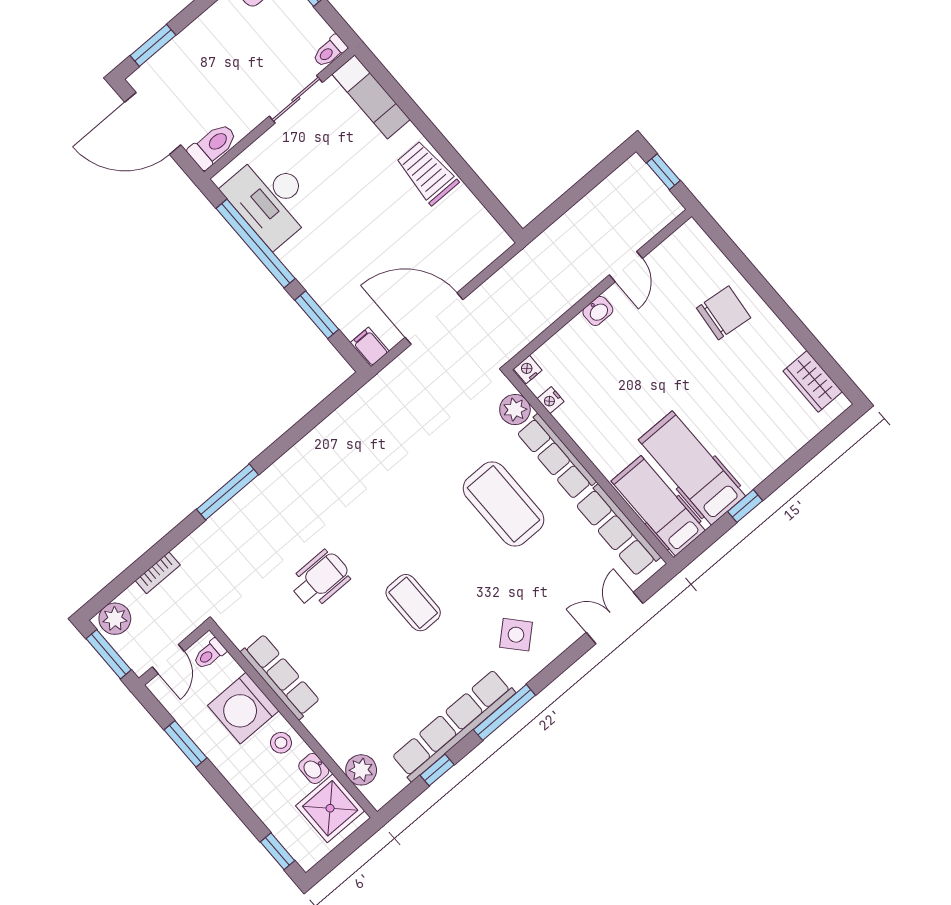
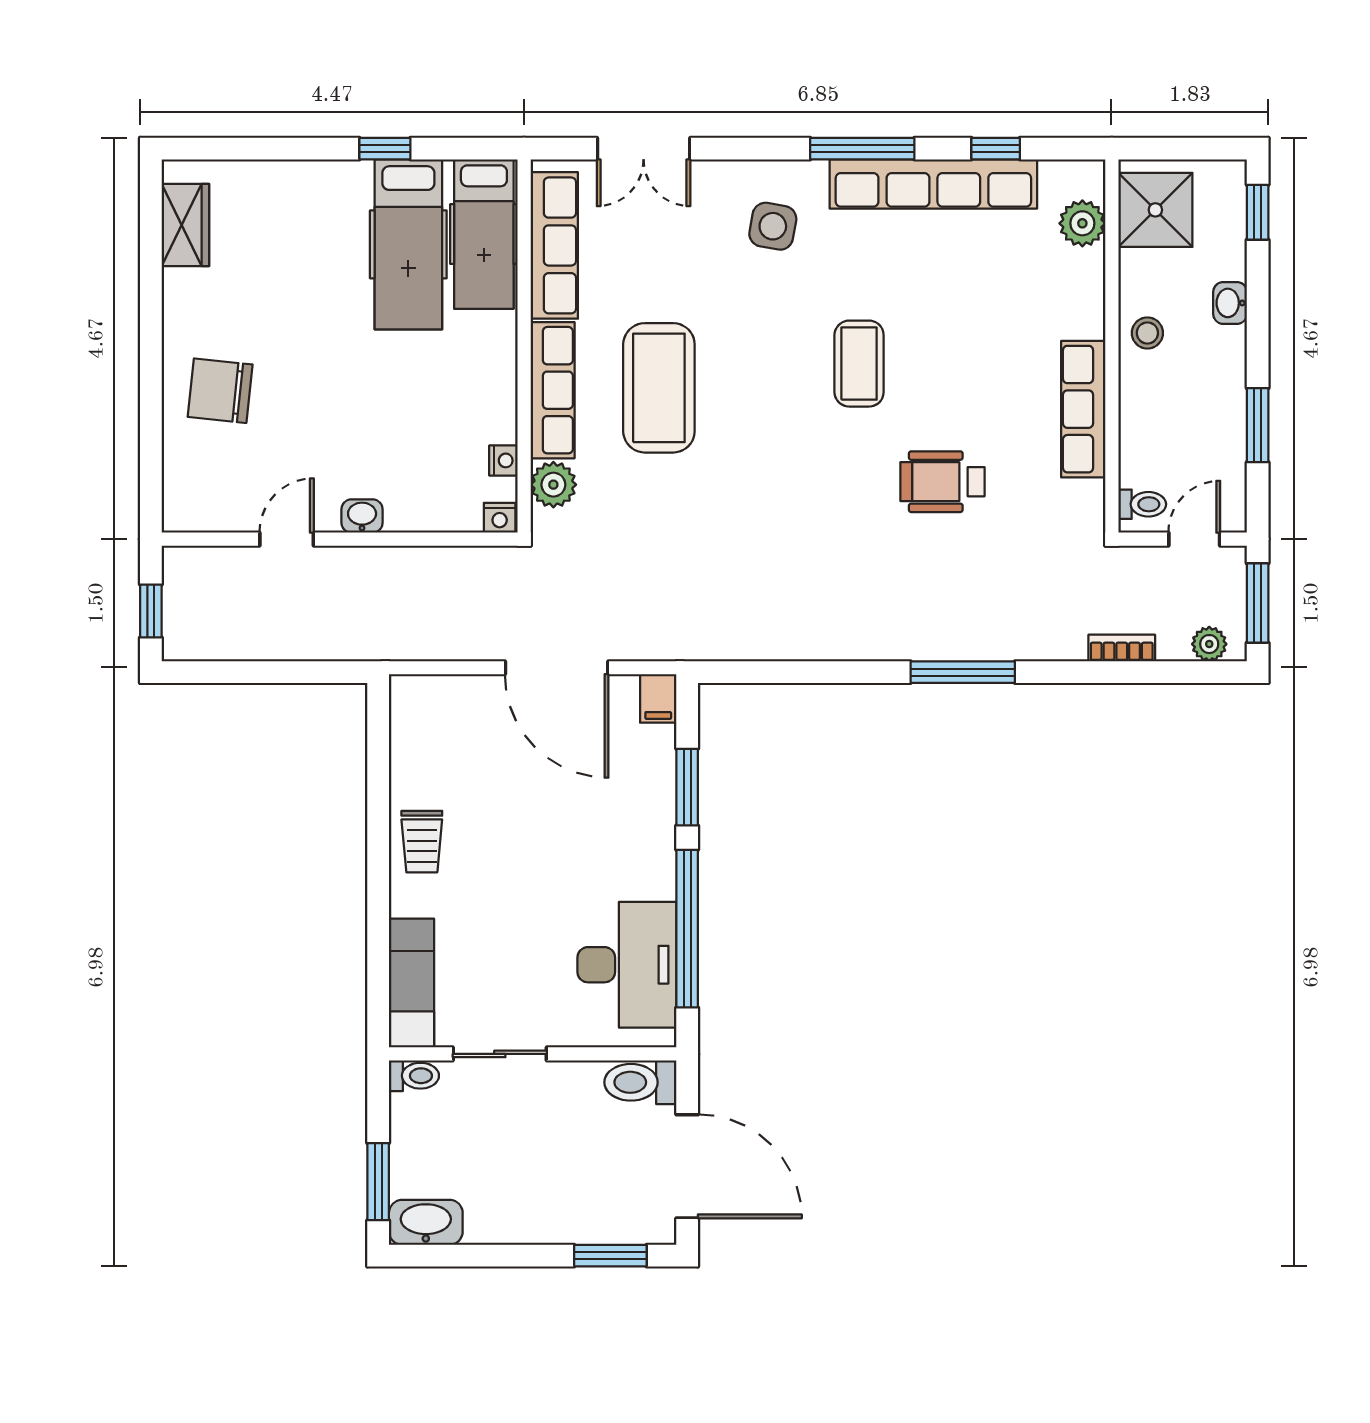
trolley: (427, 173) -> (422, 842), width x0.73, depth x0.72
plant: (115, 619) -> (1209, 644), width x0.73, depth x0.73
side table: (516, 635) -> (773, 226), turned -38
washing machine: (243, 708) -> (1157, 409), removed
washbasin: (314, 769) -> (1230, 303), moved, turned 180

